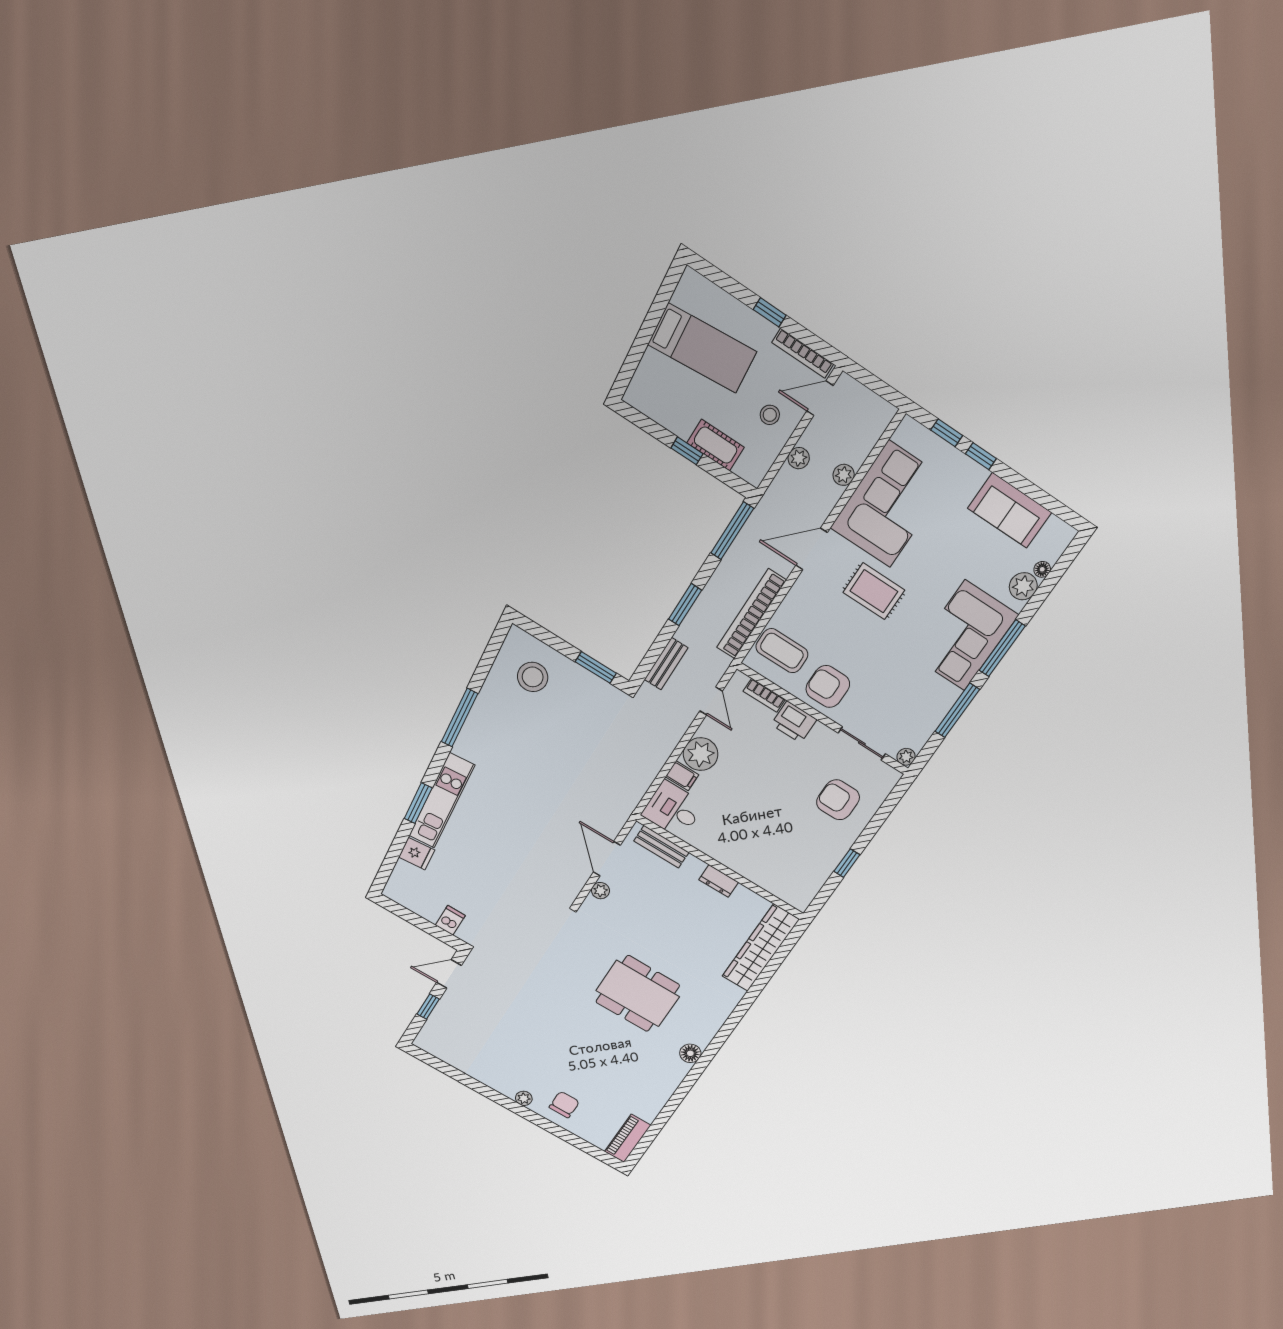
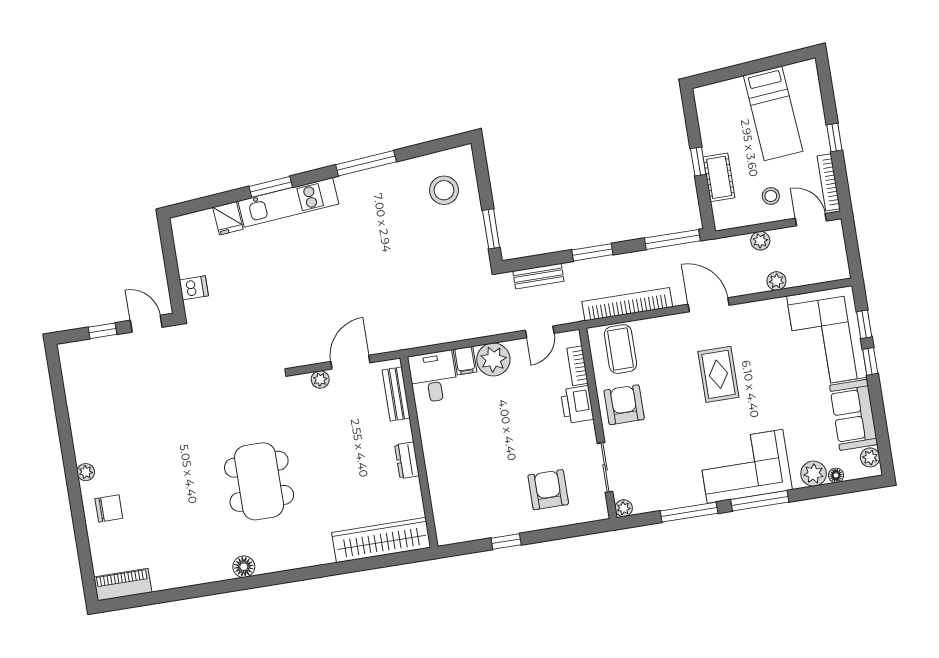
corner sofa: (889, 504) -> (827, 337), moved, turned 90
plant: (1056, 528) -> (870, 457), added

